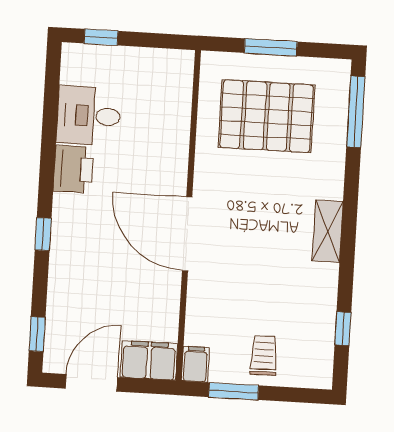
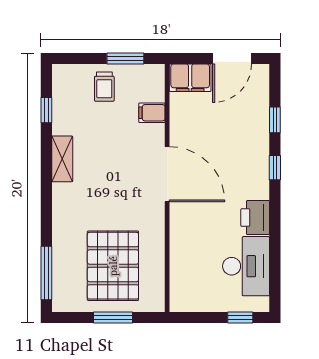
desk: (89, 116) -> (246, 266), width x1.37
pallet: (267, 116) -> (113, 266), turned 90
shelving: (328, 231) -> (62, 159), moved
window: (37, 334) -> (275, 120), moved
filing cabinet: (195, 364) -> (152, 113), moved, turned 90

